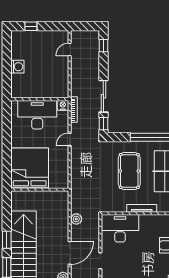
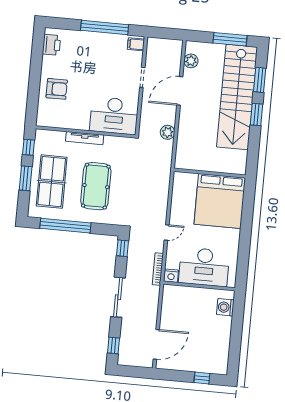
door: (70, 50) -> (156, 344), width x1.88
washing machine: (17, 67) -> (225, 307), moved
sliding door: (103, 96) -> (118, 297), moved

